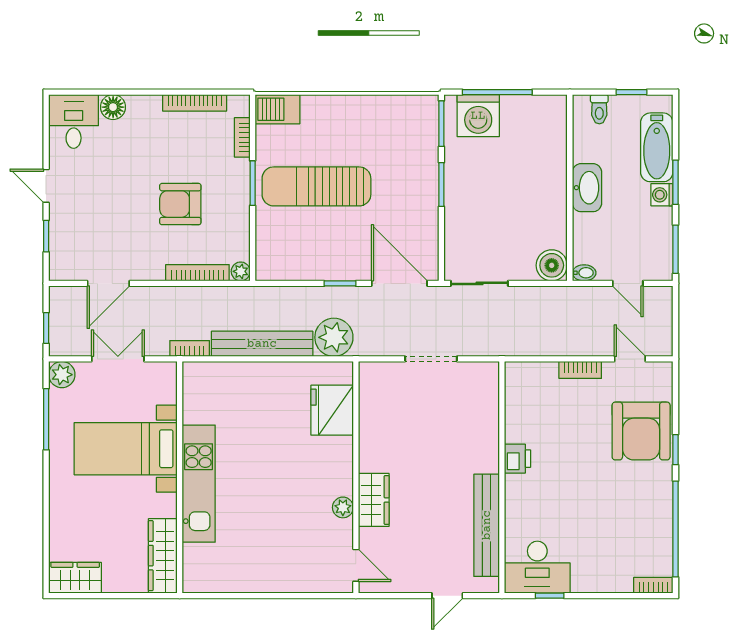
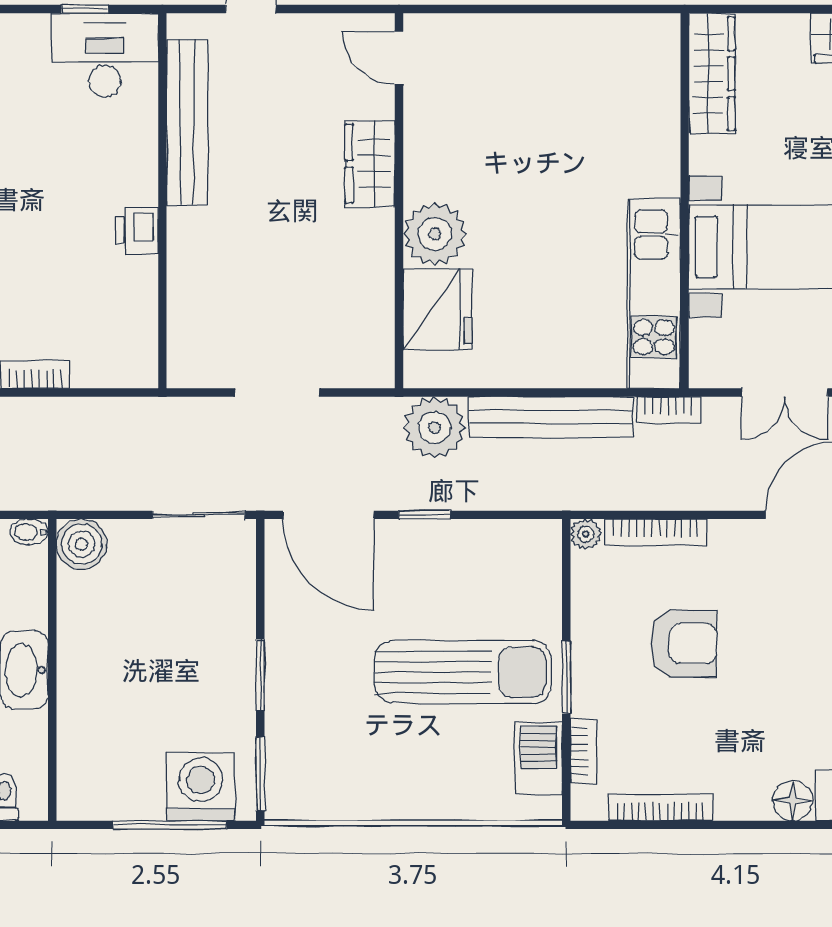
barbecue: (277, 109) -> (539, 758), moved, turned -90
kitchen unit: (199, 484) -> (654, 293), moved
plant: (343, 507) -> (435, 234), moved, width x1.87, depth x1.87

